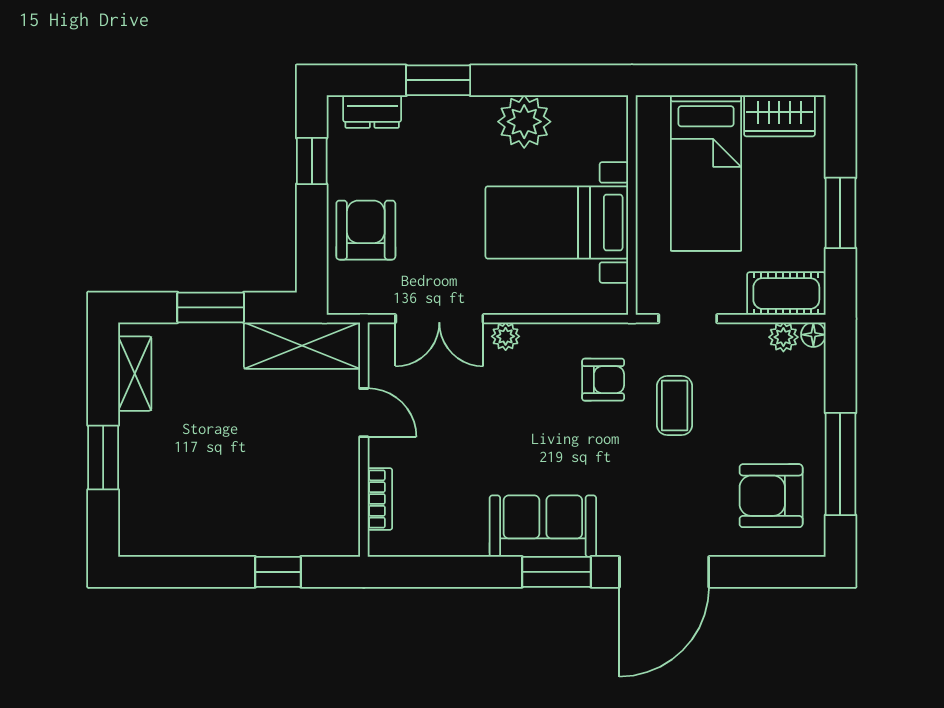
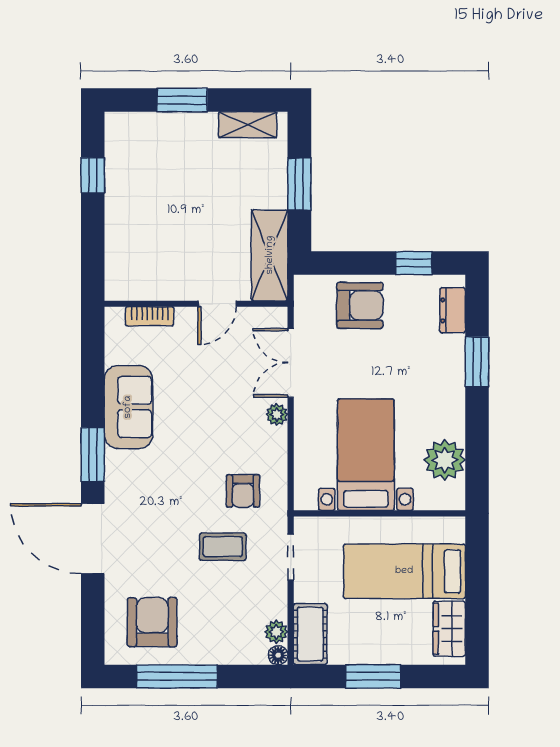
plant: (524, 122) -> (445, 460), moved
sofa: (543, 526) -> (128, 407), moved
window: (278, 572) -> (93, 175), moved

